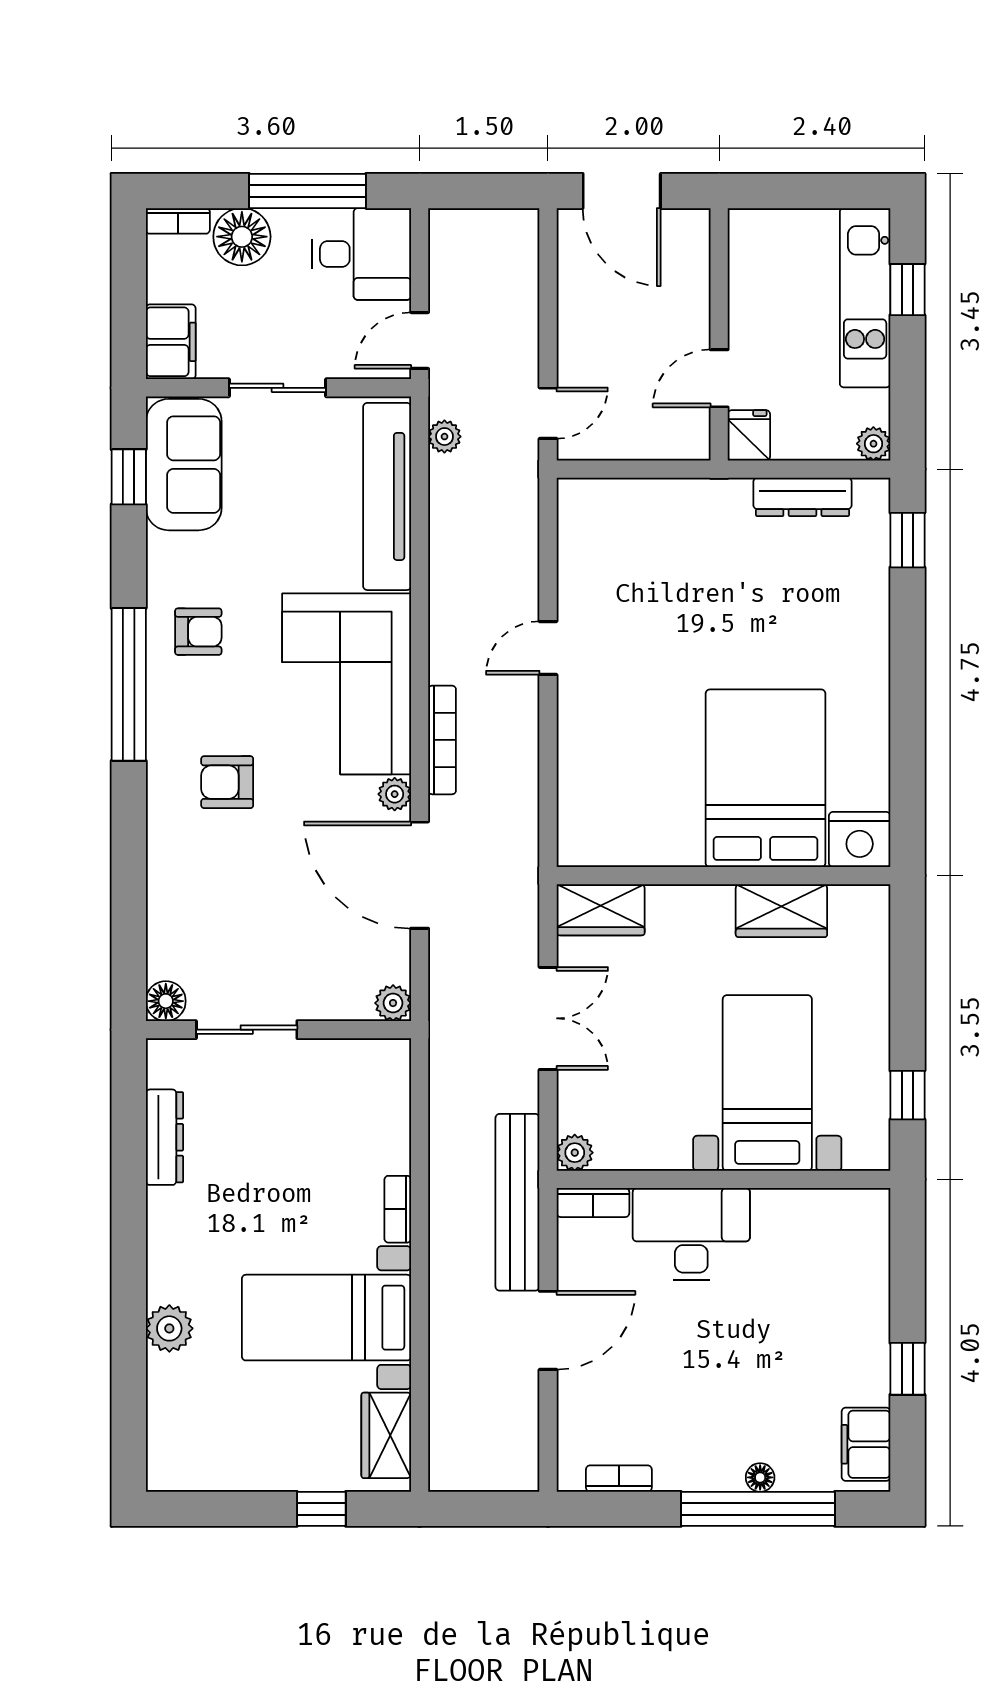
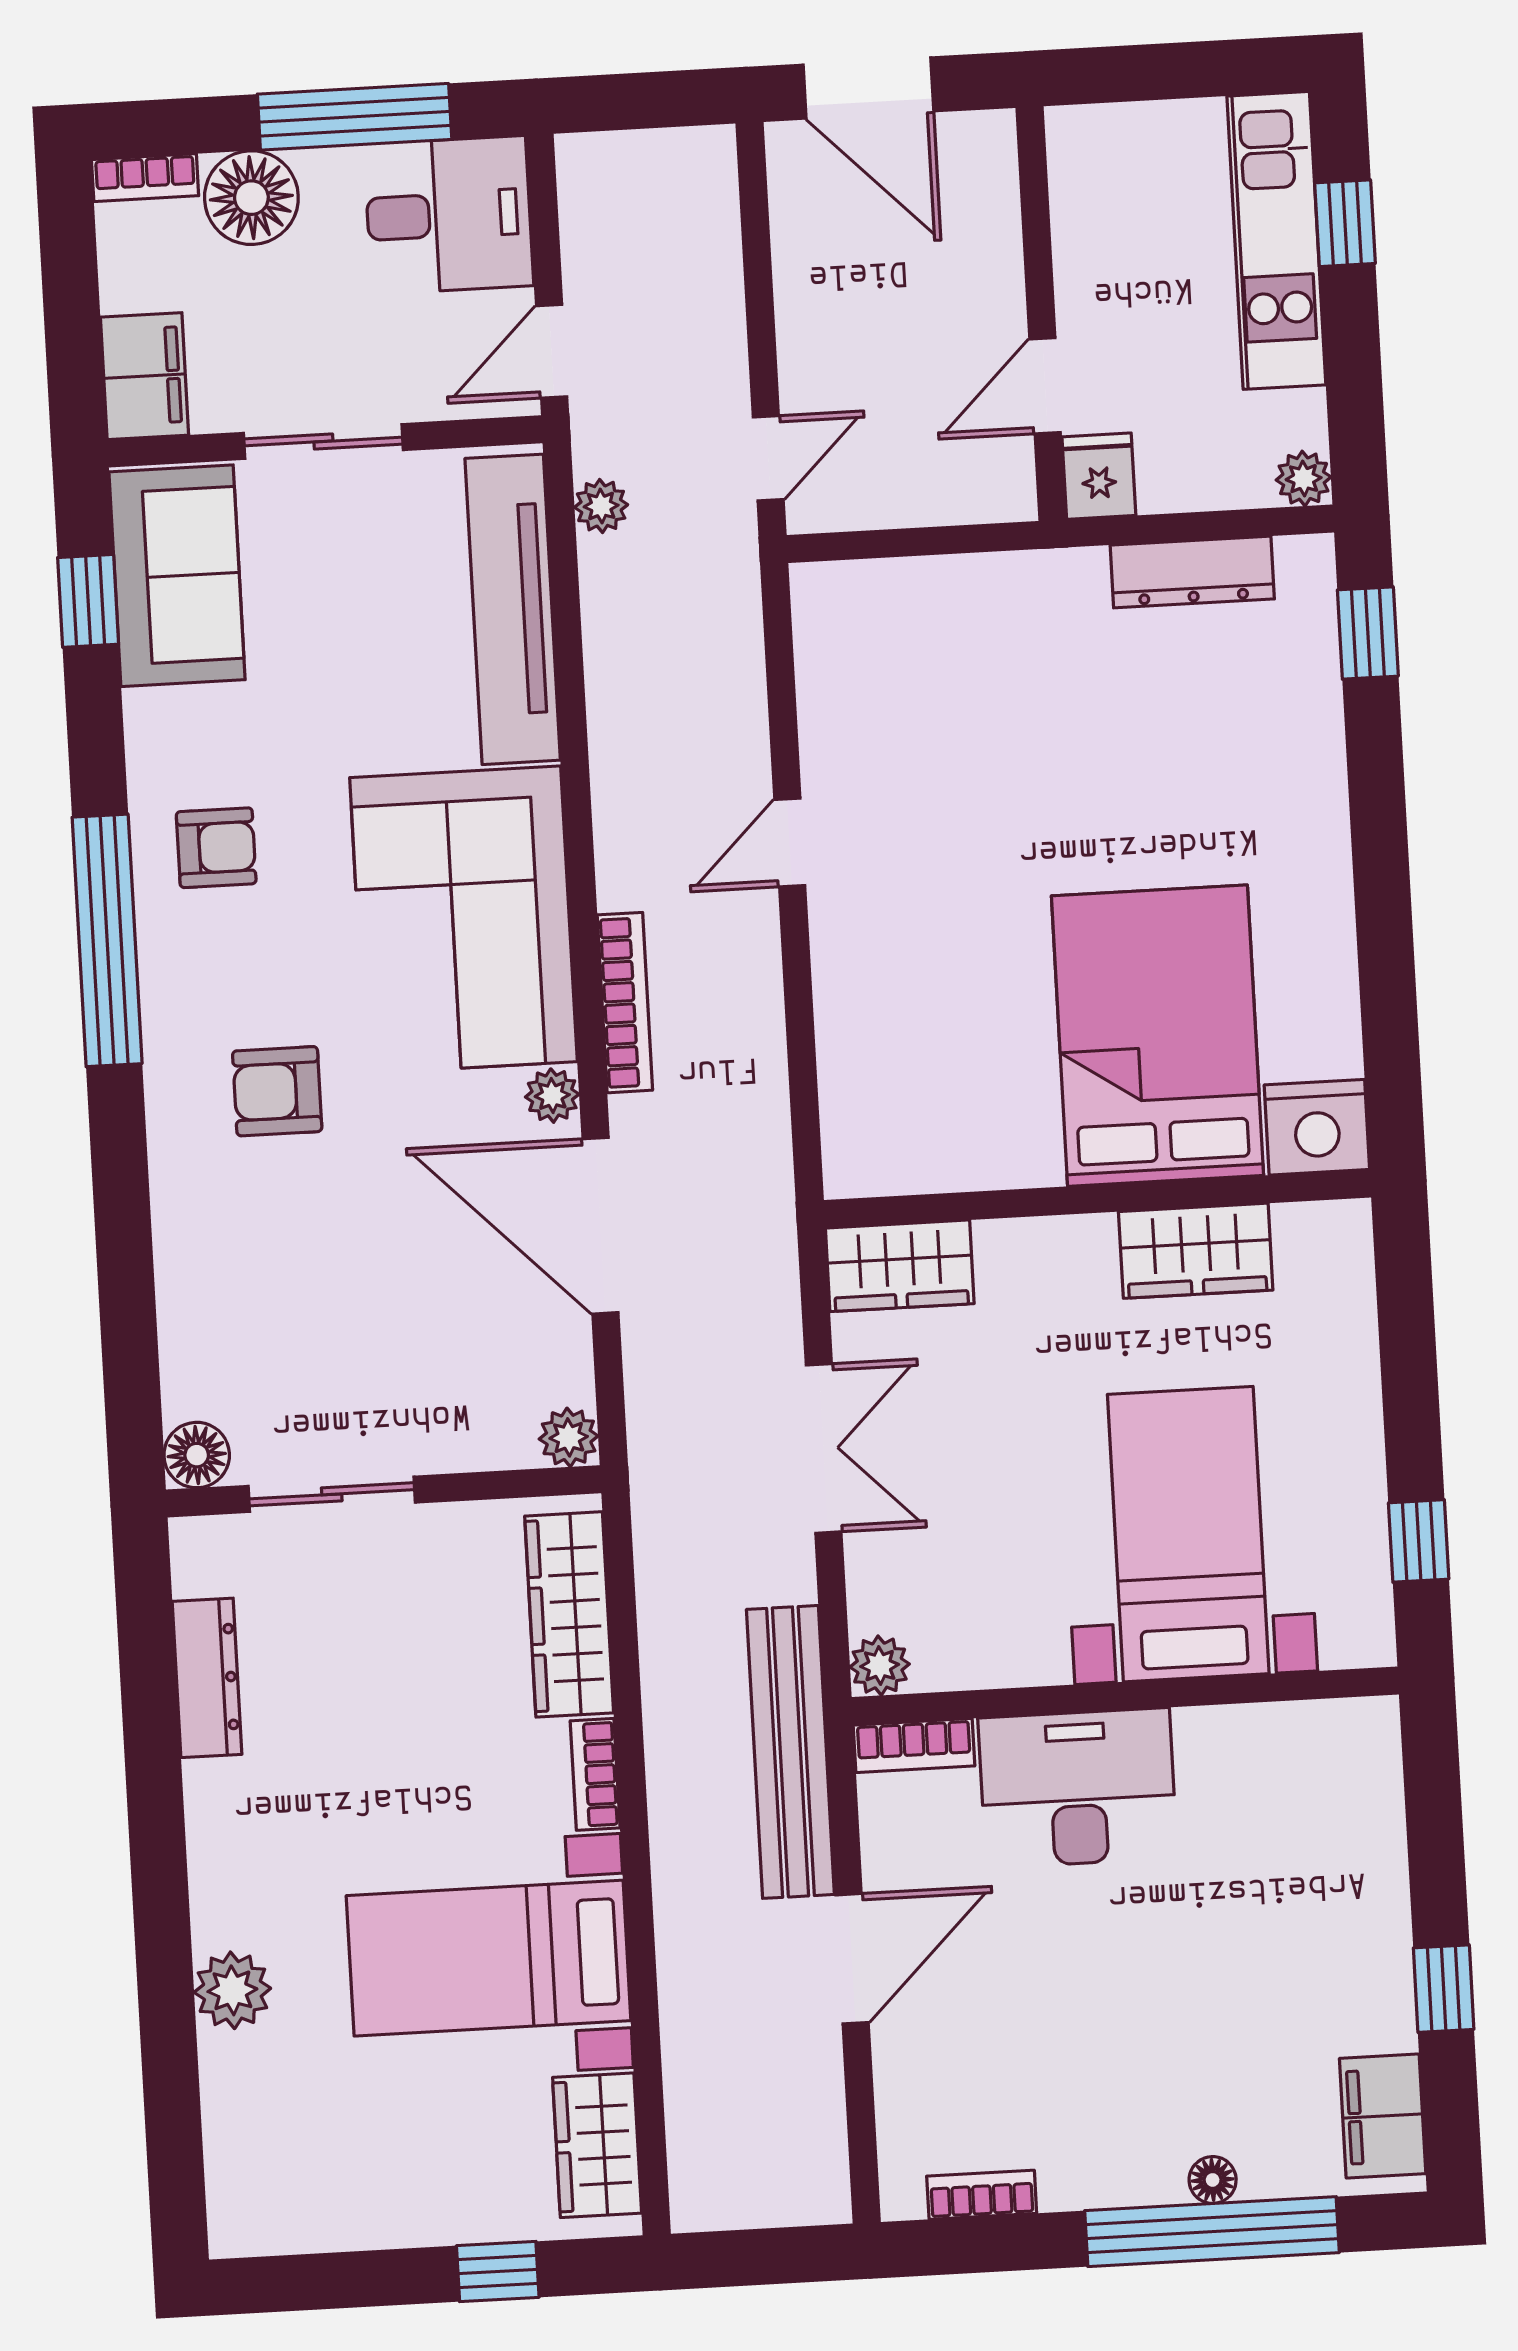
wardrobe: (387, 1111) -> (569, 1614), added

